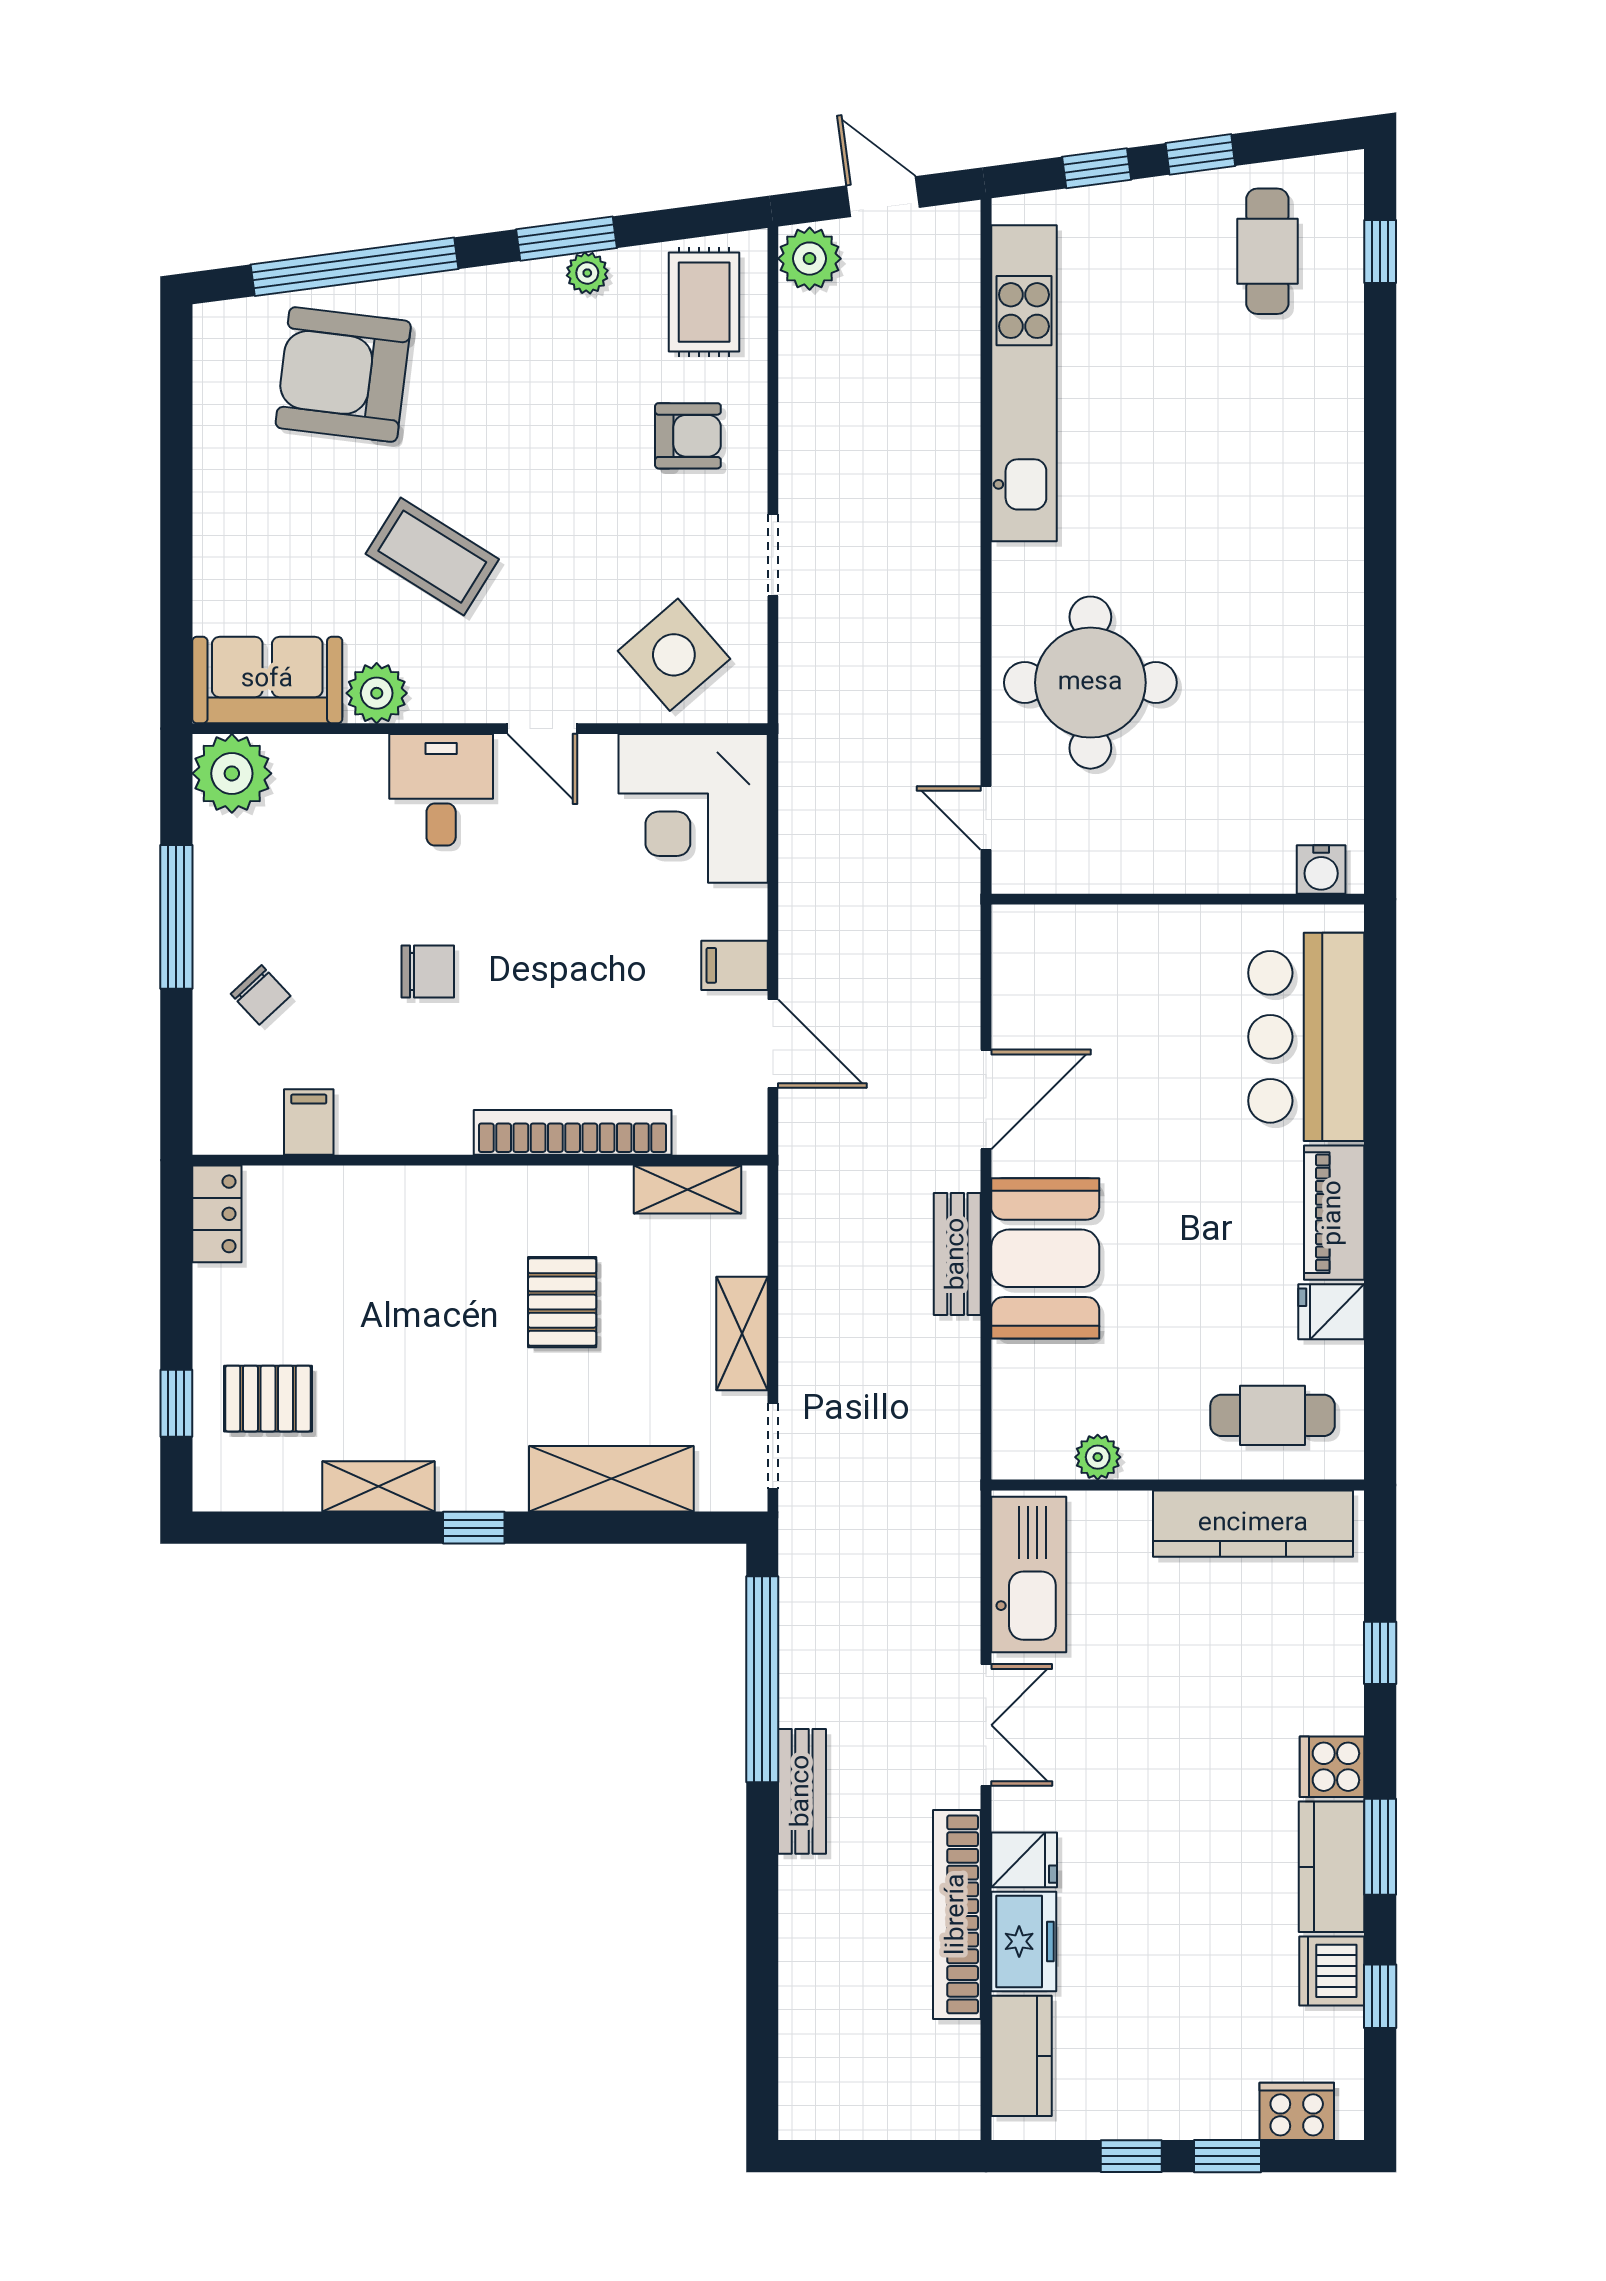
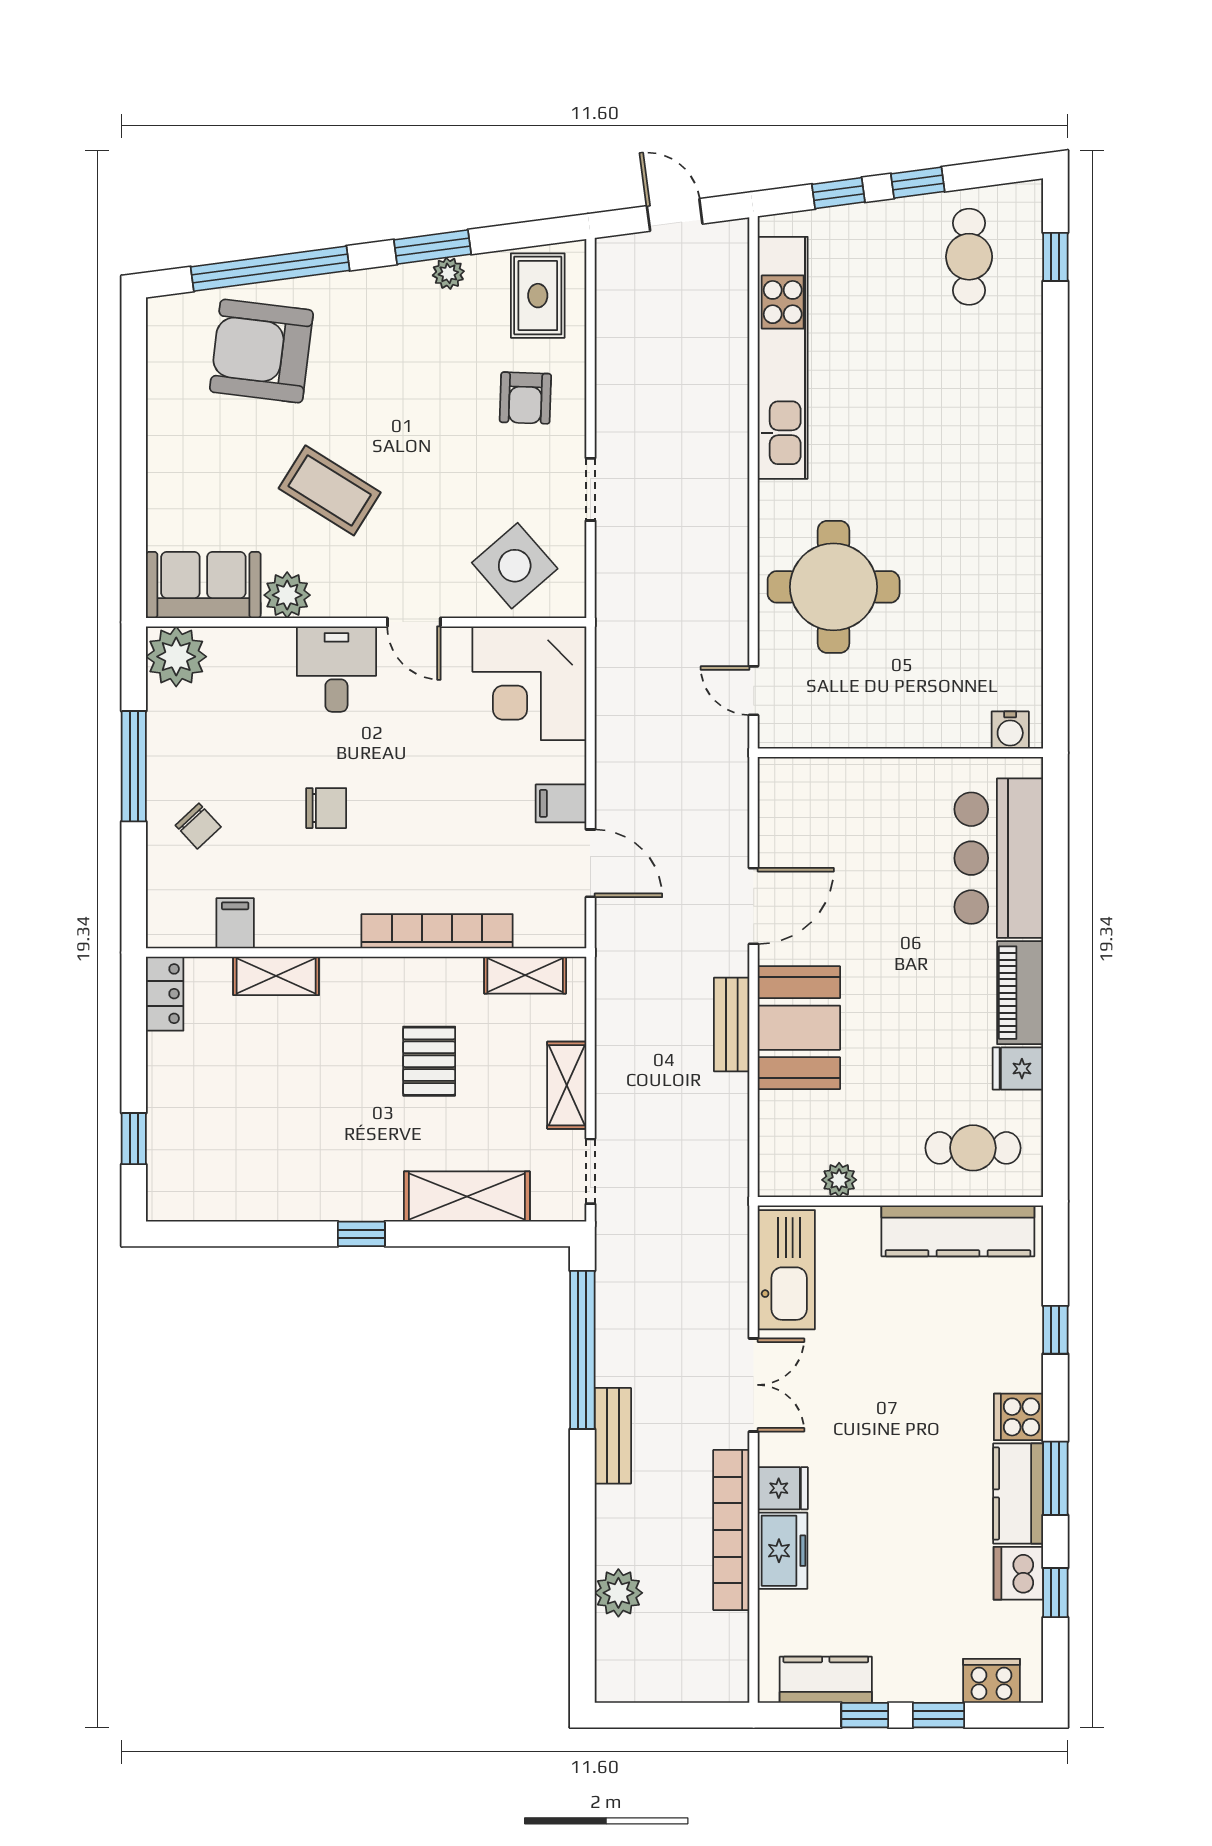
plant: (810, 259) -> (618, 1593), moved
armchair: (688, 436) -> (525, 398), turned 92
pallet: (268, 1399) -> (204, 1135), removed
shelving: (378, 1486) -> (276, 976), moved
kitchen counter: (1021, 2056) -> (826, 1680), moved, turned -90

